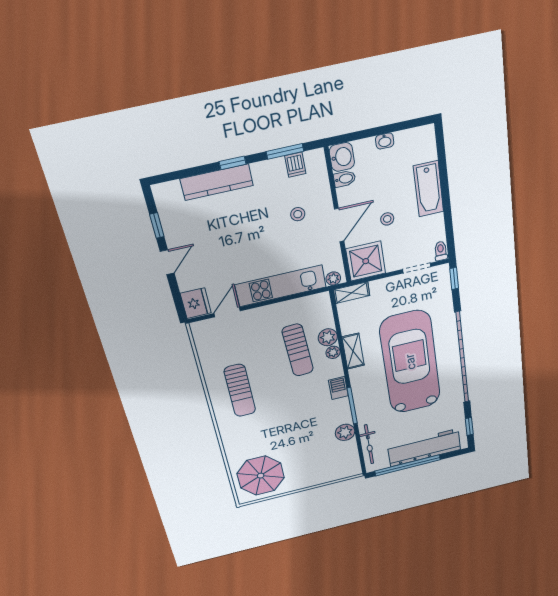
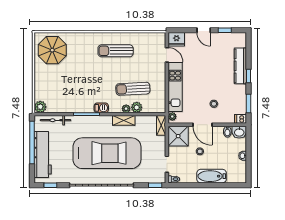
dishwasher: (295, 165) -> (241, 119), moved
plant: (345, 432) -> (40, 107), moved

